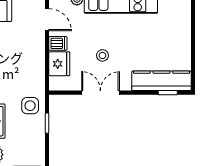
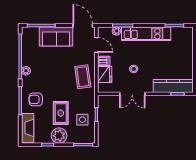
coffee table: (27, 67) -> (83, 77), added
double door: (100, 93) -> (132, 94), swing flipped
side table: (30, 106) -> (82, 120), moved

